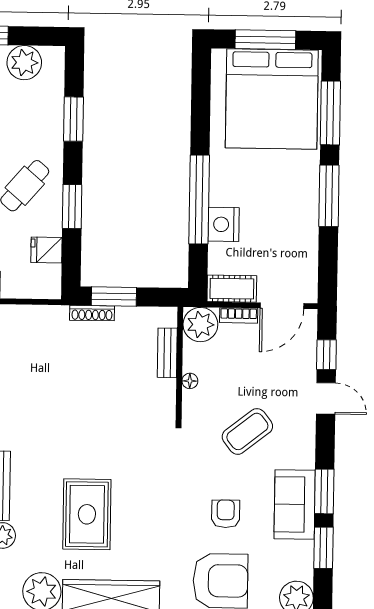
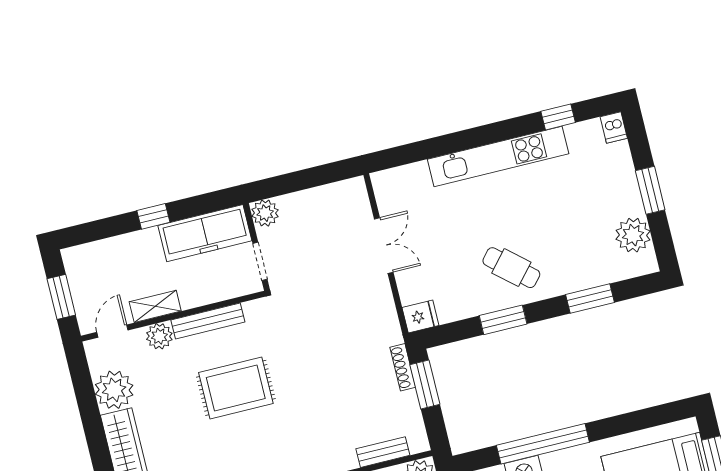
fridge: (47, 250) -> (420, 317), moved, turned 90
rug: (87, 514) -> (236, 388), moved

